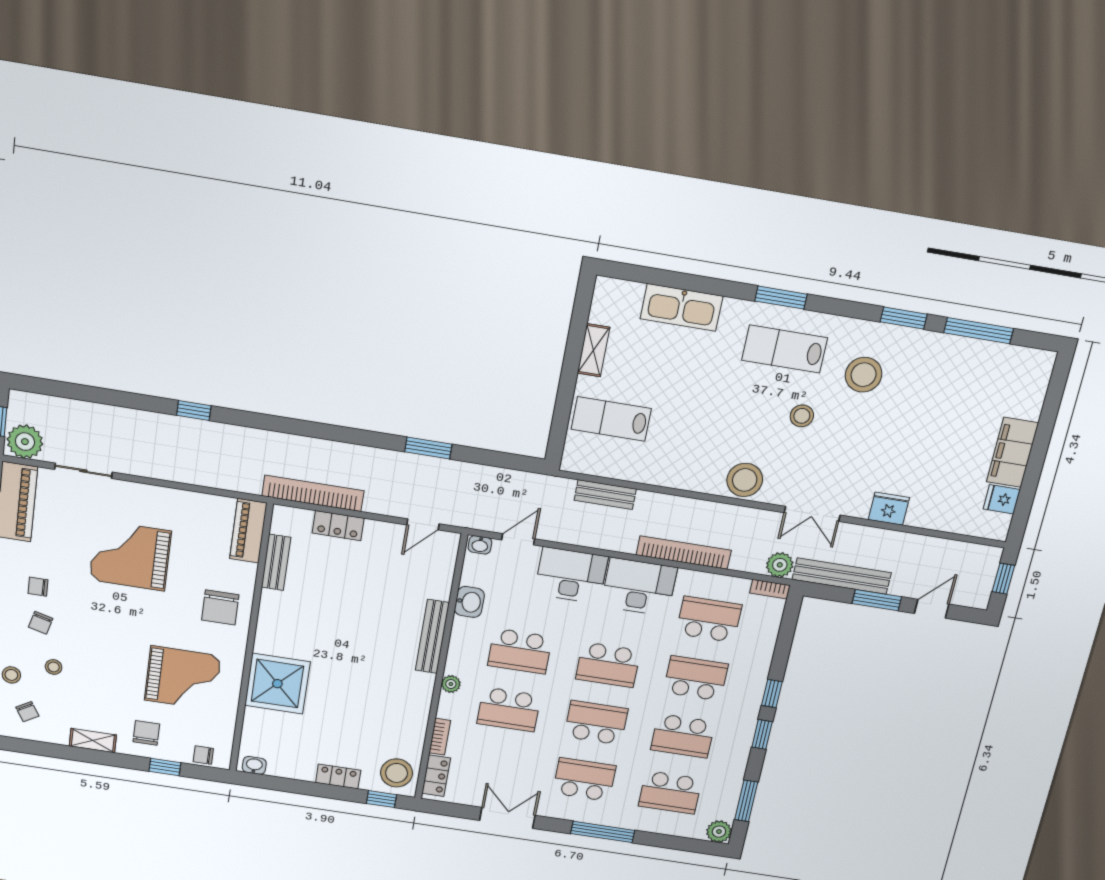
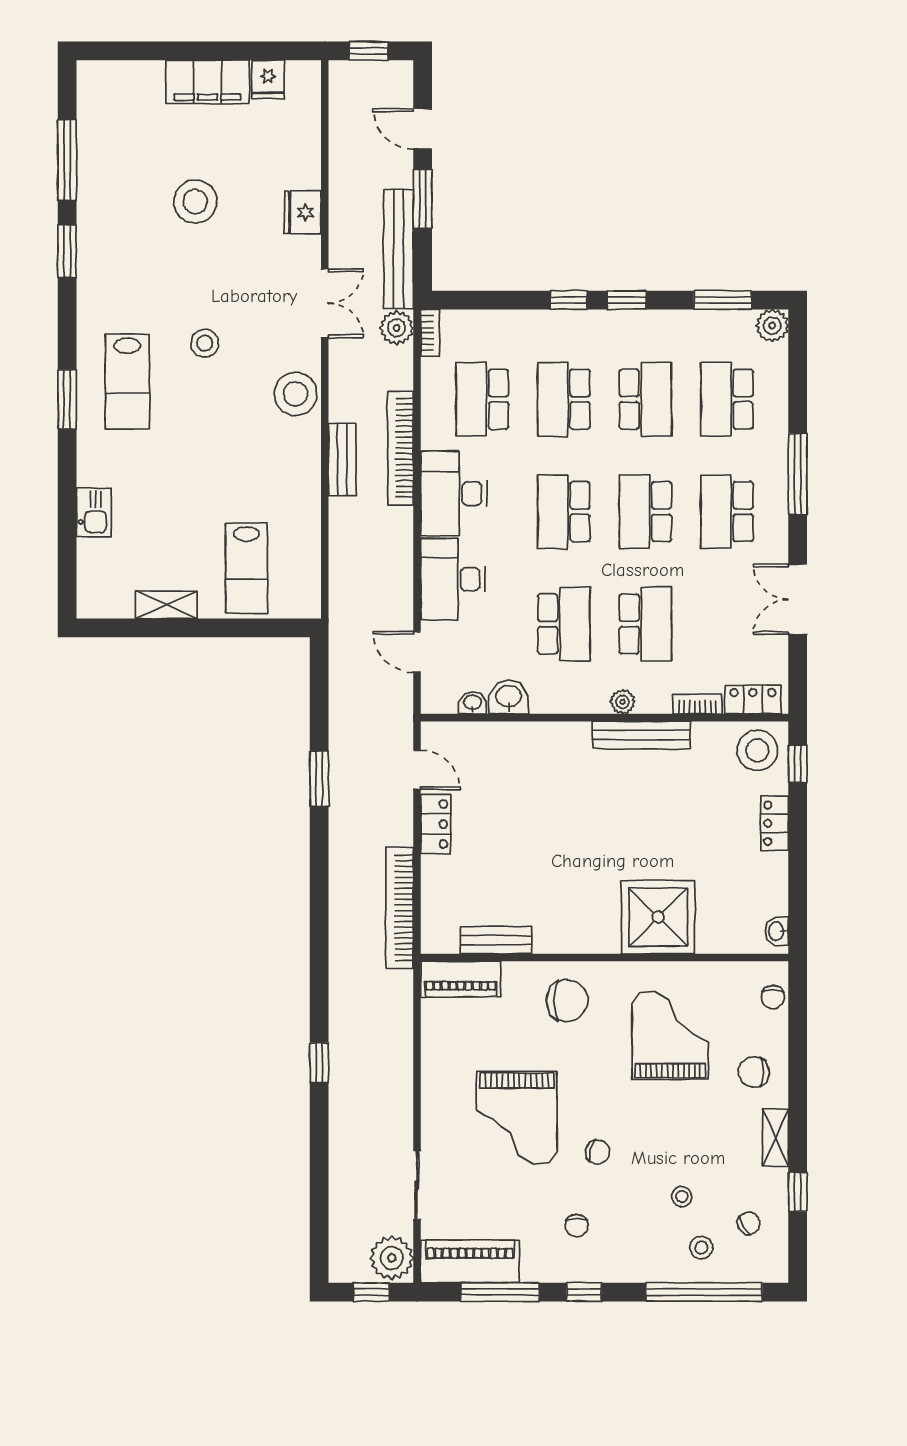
kitchen sink: (682, 307) -> (94, 512), width x0.53, depth x0.81
stool: (864, 375) -> (195, 202), moved
bench: (605, 495) -> (342, 459), moved
locker: (338, 526) -> (436, 824), moved
washbasin: (480, 545) -> (473, 703), moved, turned -90
chair: (41, 623) -> (598, 1152), moved
bench: (432, 636) -> (641, 735), moved
school desk: (608, 665) -> (564, 512), turned 180
window: (165, 767) -> (798, 1192), moved
school desk: (670, 792) -> (727, 399), turned 180

